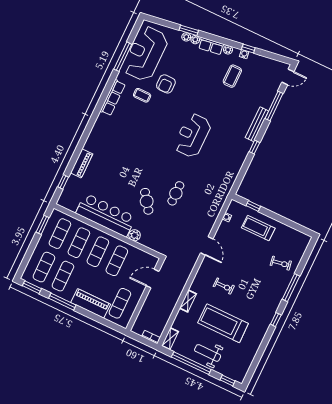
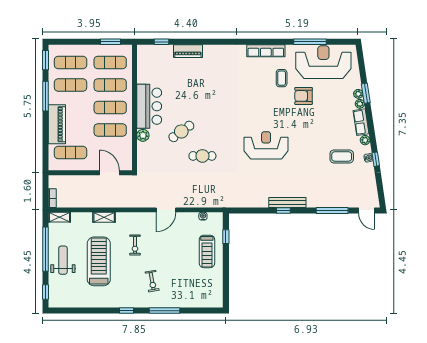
bench: (257, 124) -> (287, 202), moved
bar counter: (106, 215) -> (149, 106), width x0.73
treadmill: (258, 228) -> (207, 251), turned 180
exercise bike: (281, 263) -> (152, 281), moved

